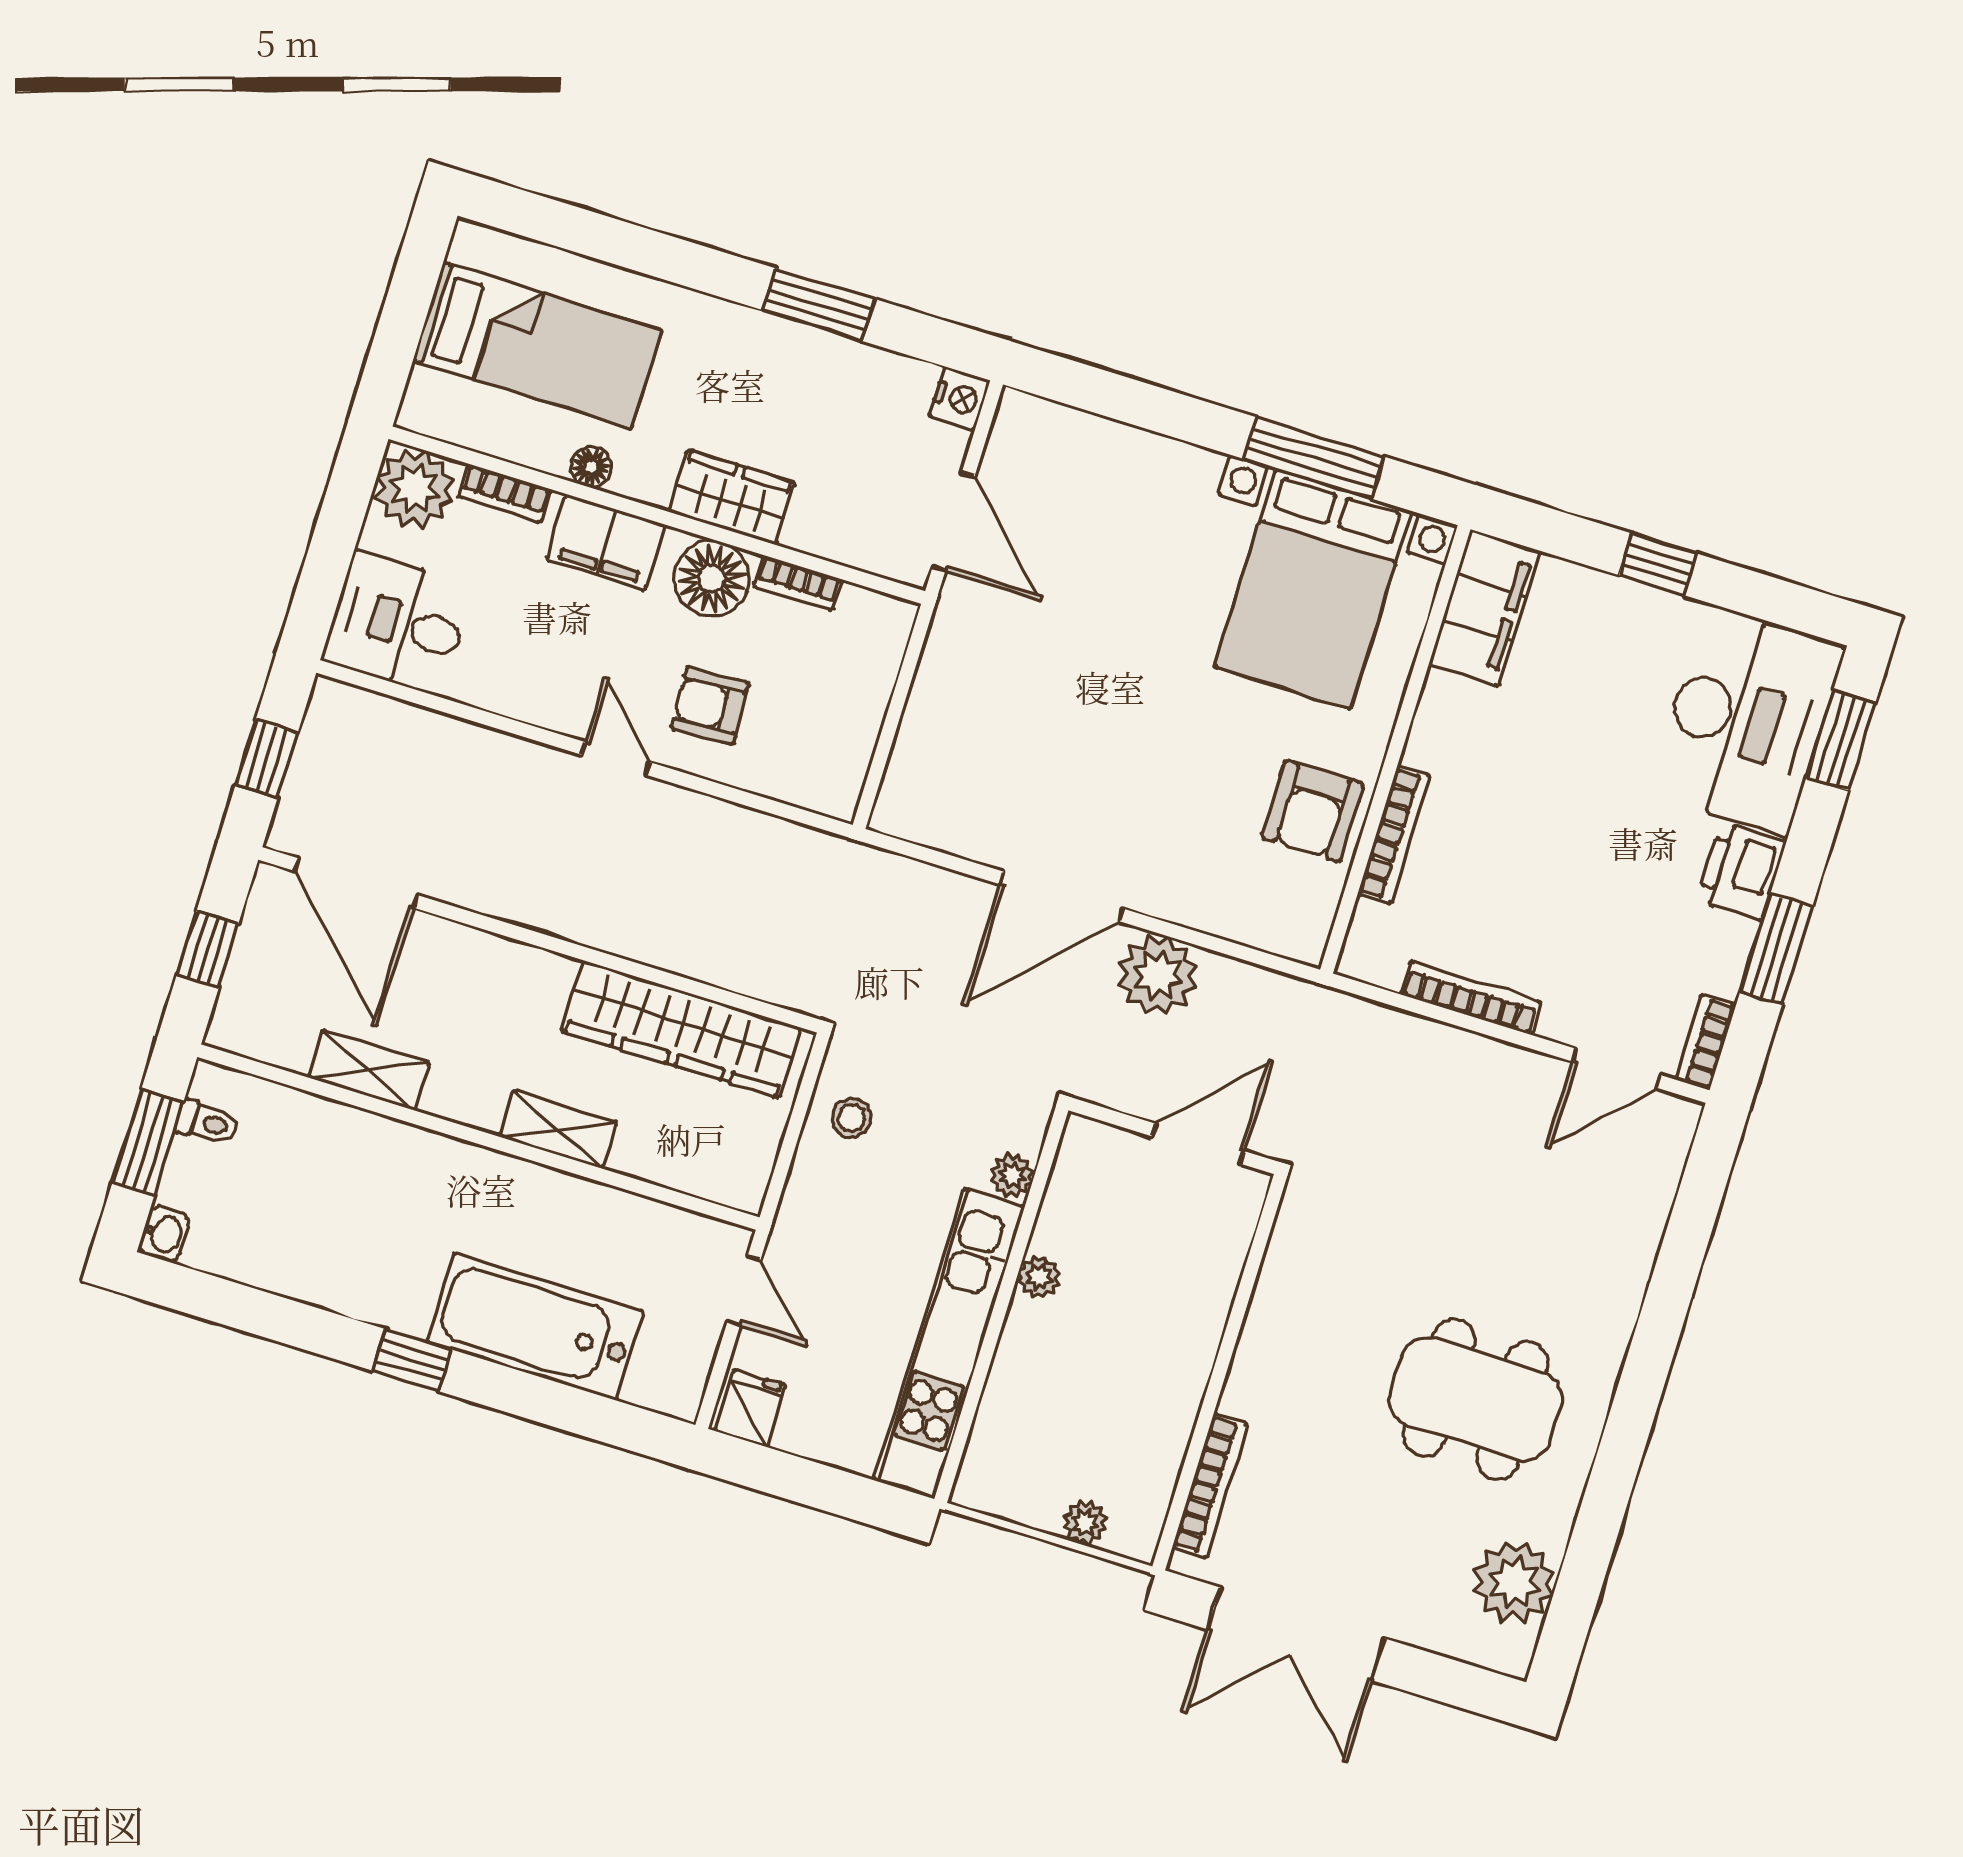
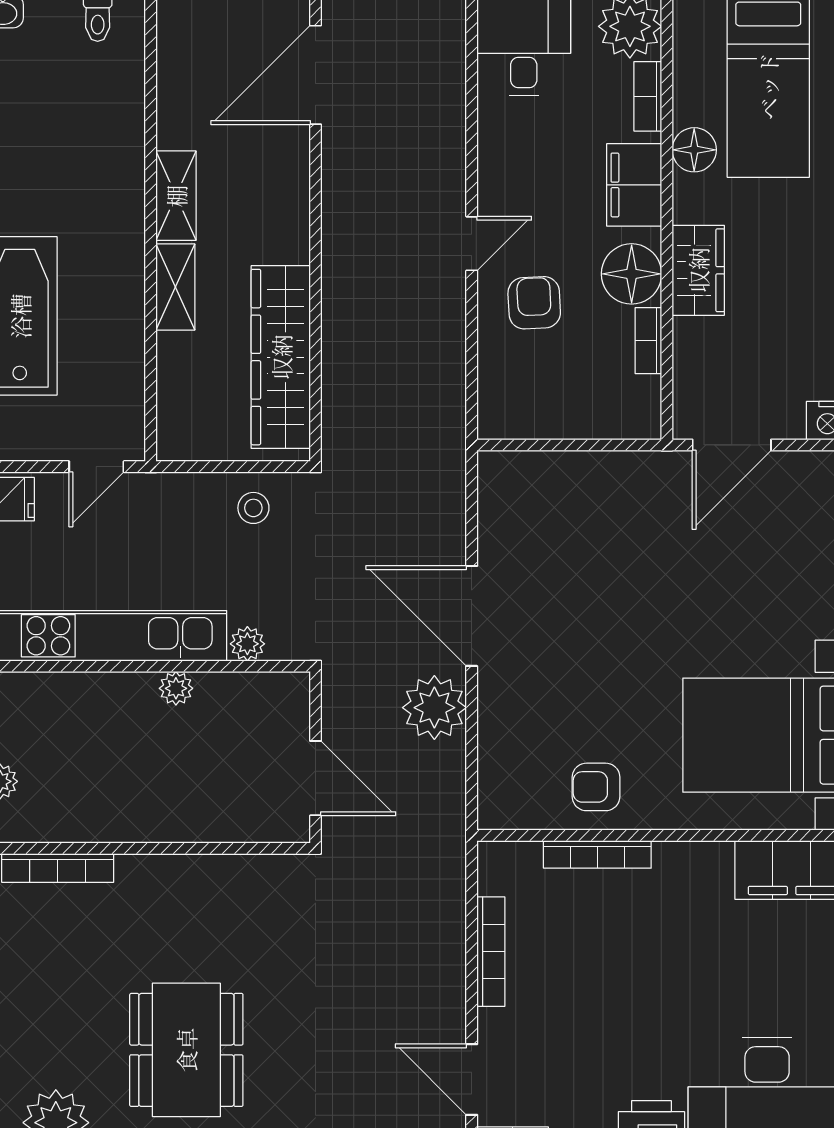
floor lamp: (591, 467) -> (694, 150), width x1.37, depth x1.37
armchair: (1313, 811) -> (596, 787), width x0.72, depth x0.72
shelving: (369, 1070) -> (176, 196), moved

